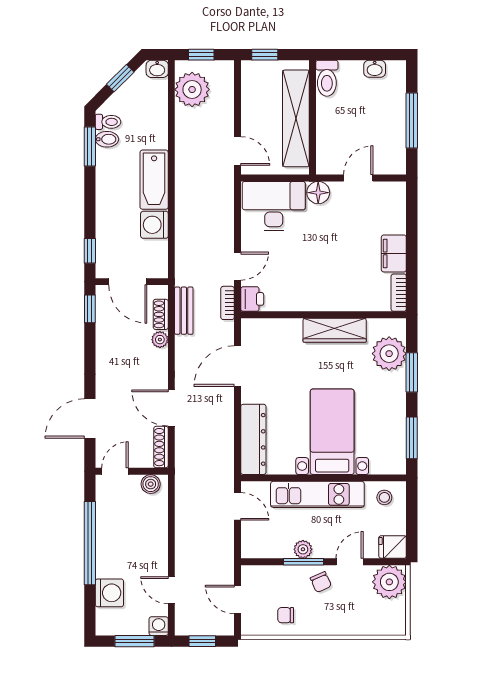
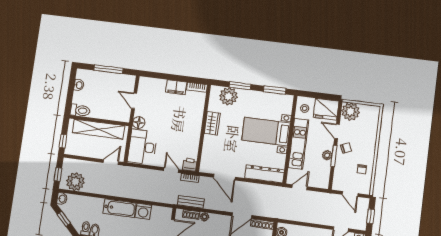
wardrobe: (335, 330) -> (212, 123), width x0.67
fridge: (393, 547) -> (326, 109), width x1.88, depth x1.34
door: (238, 599) -> (350, 194), hinge flipped

